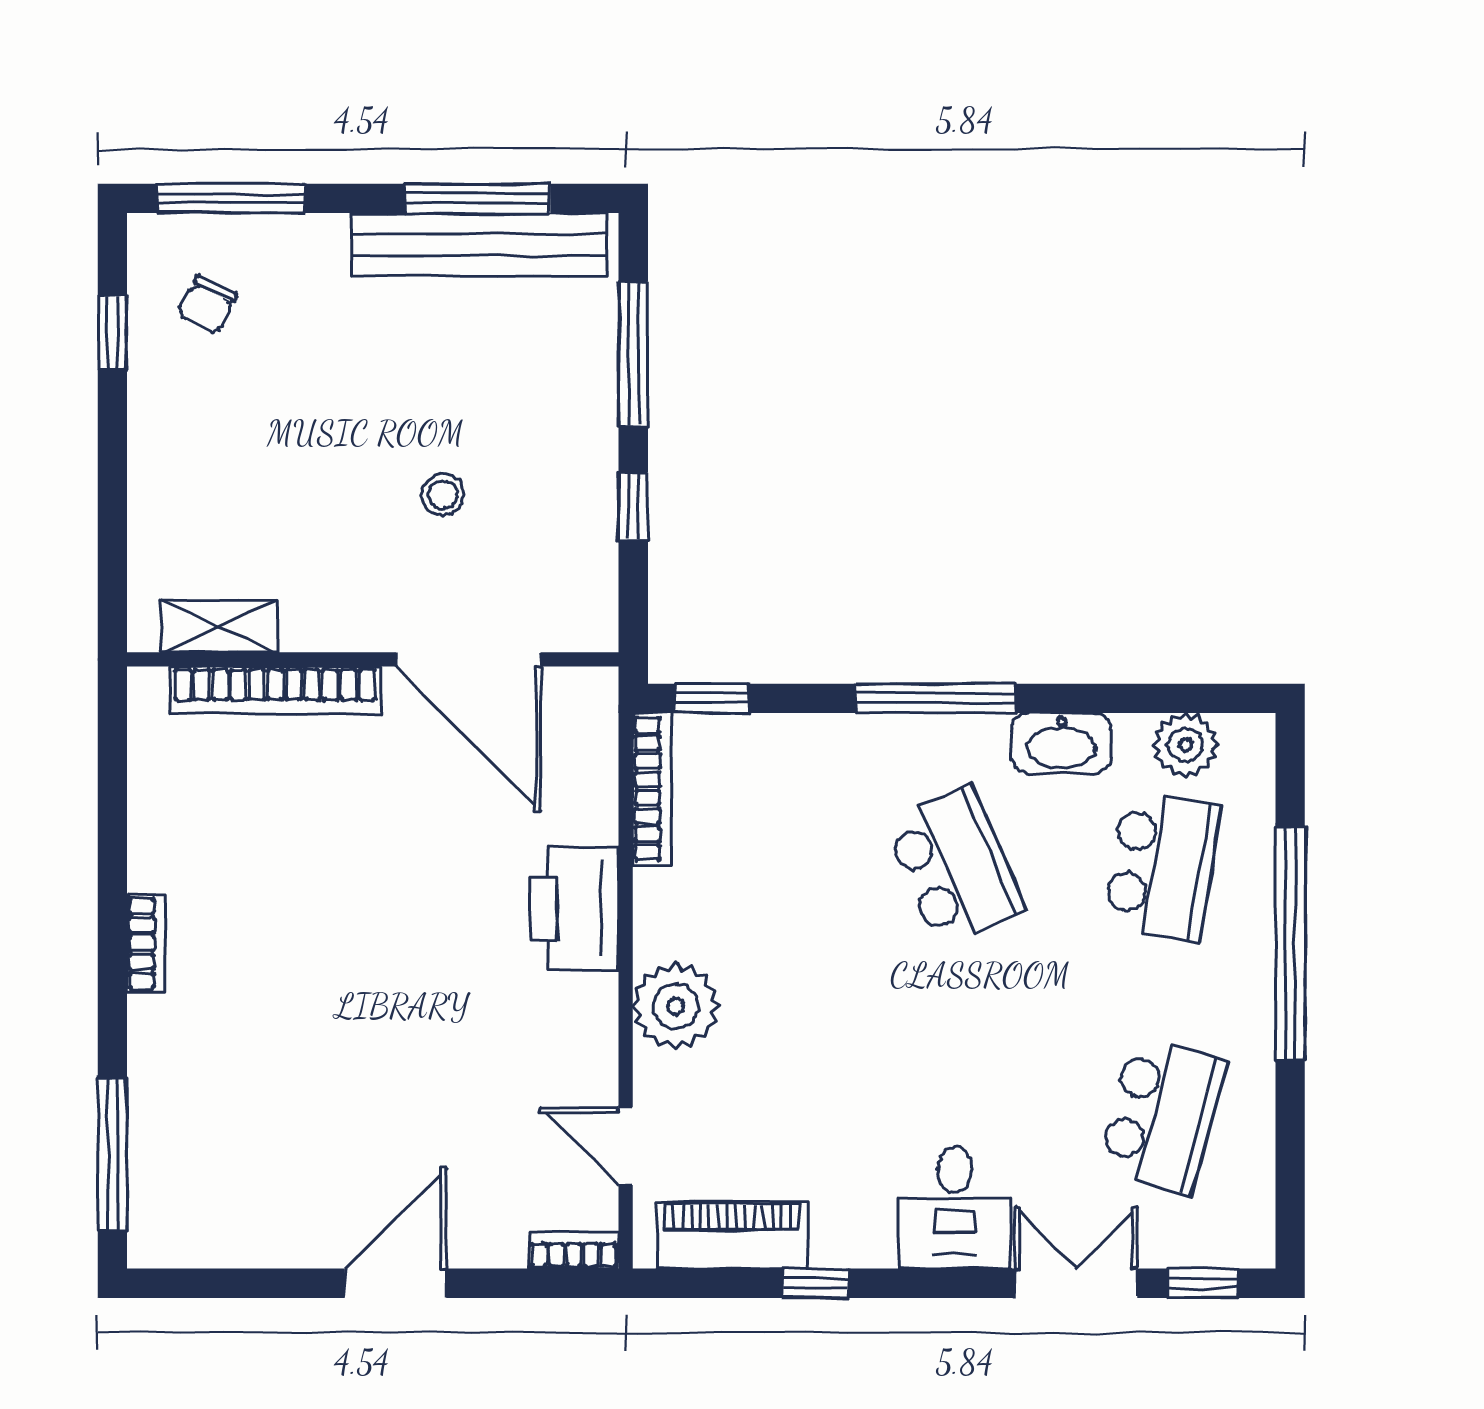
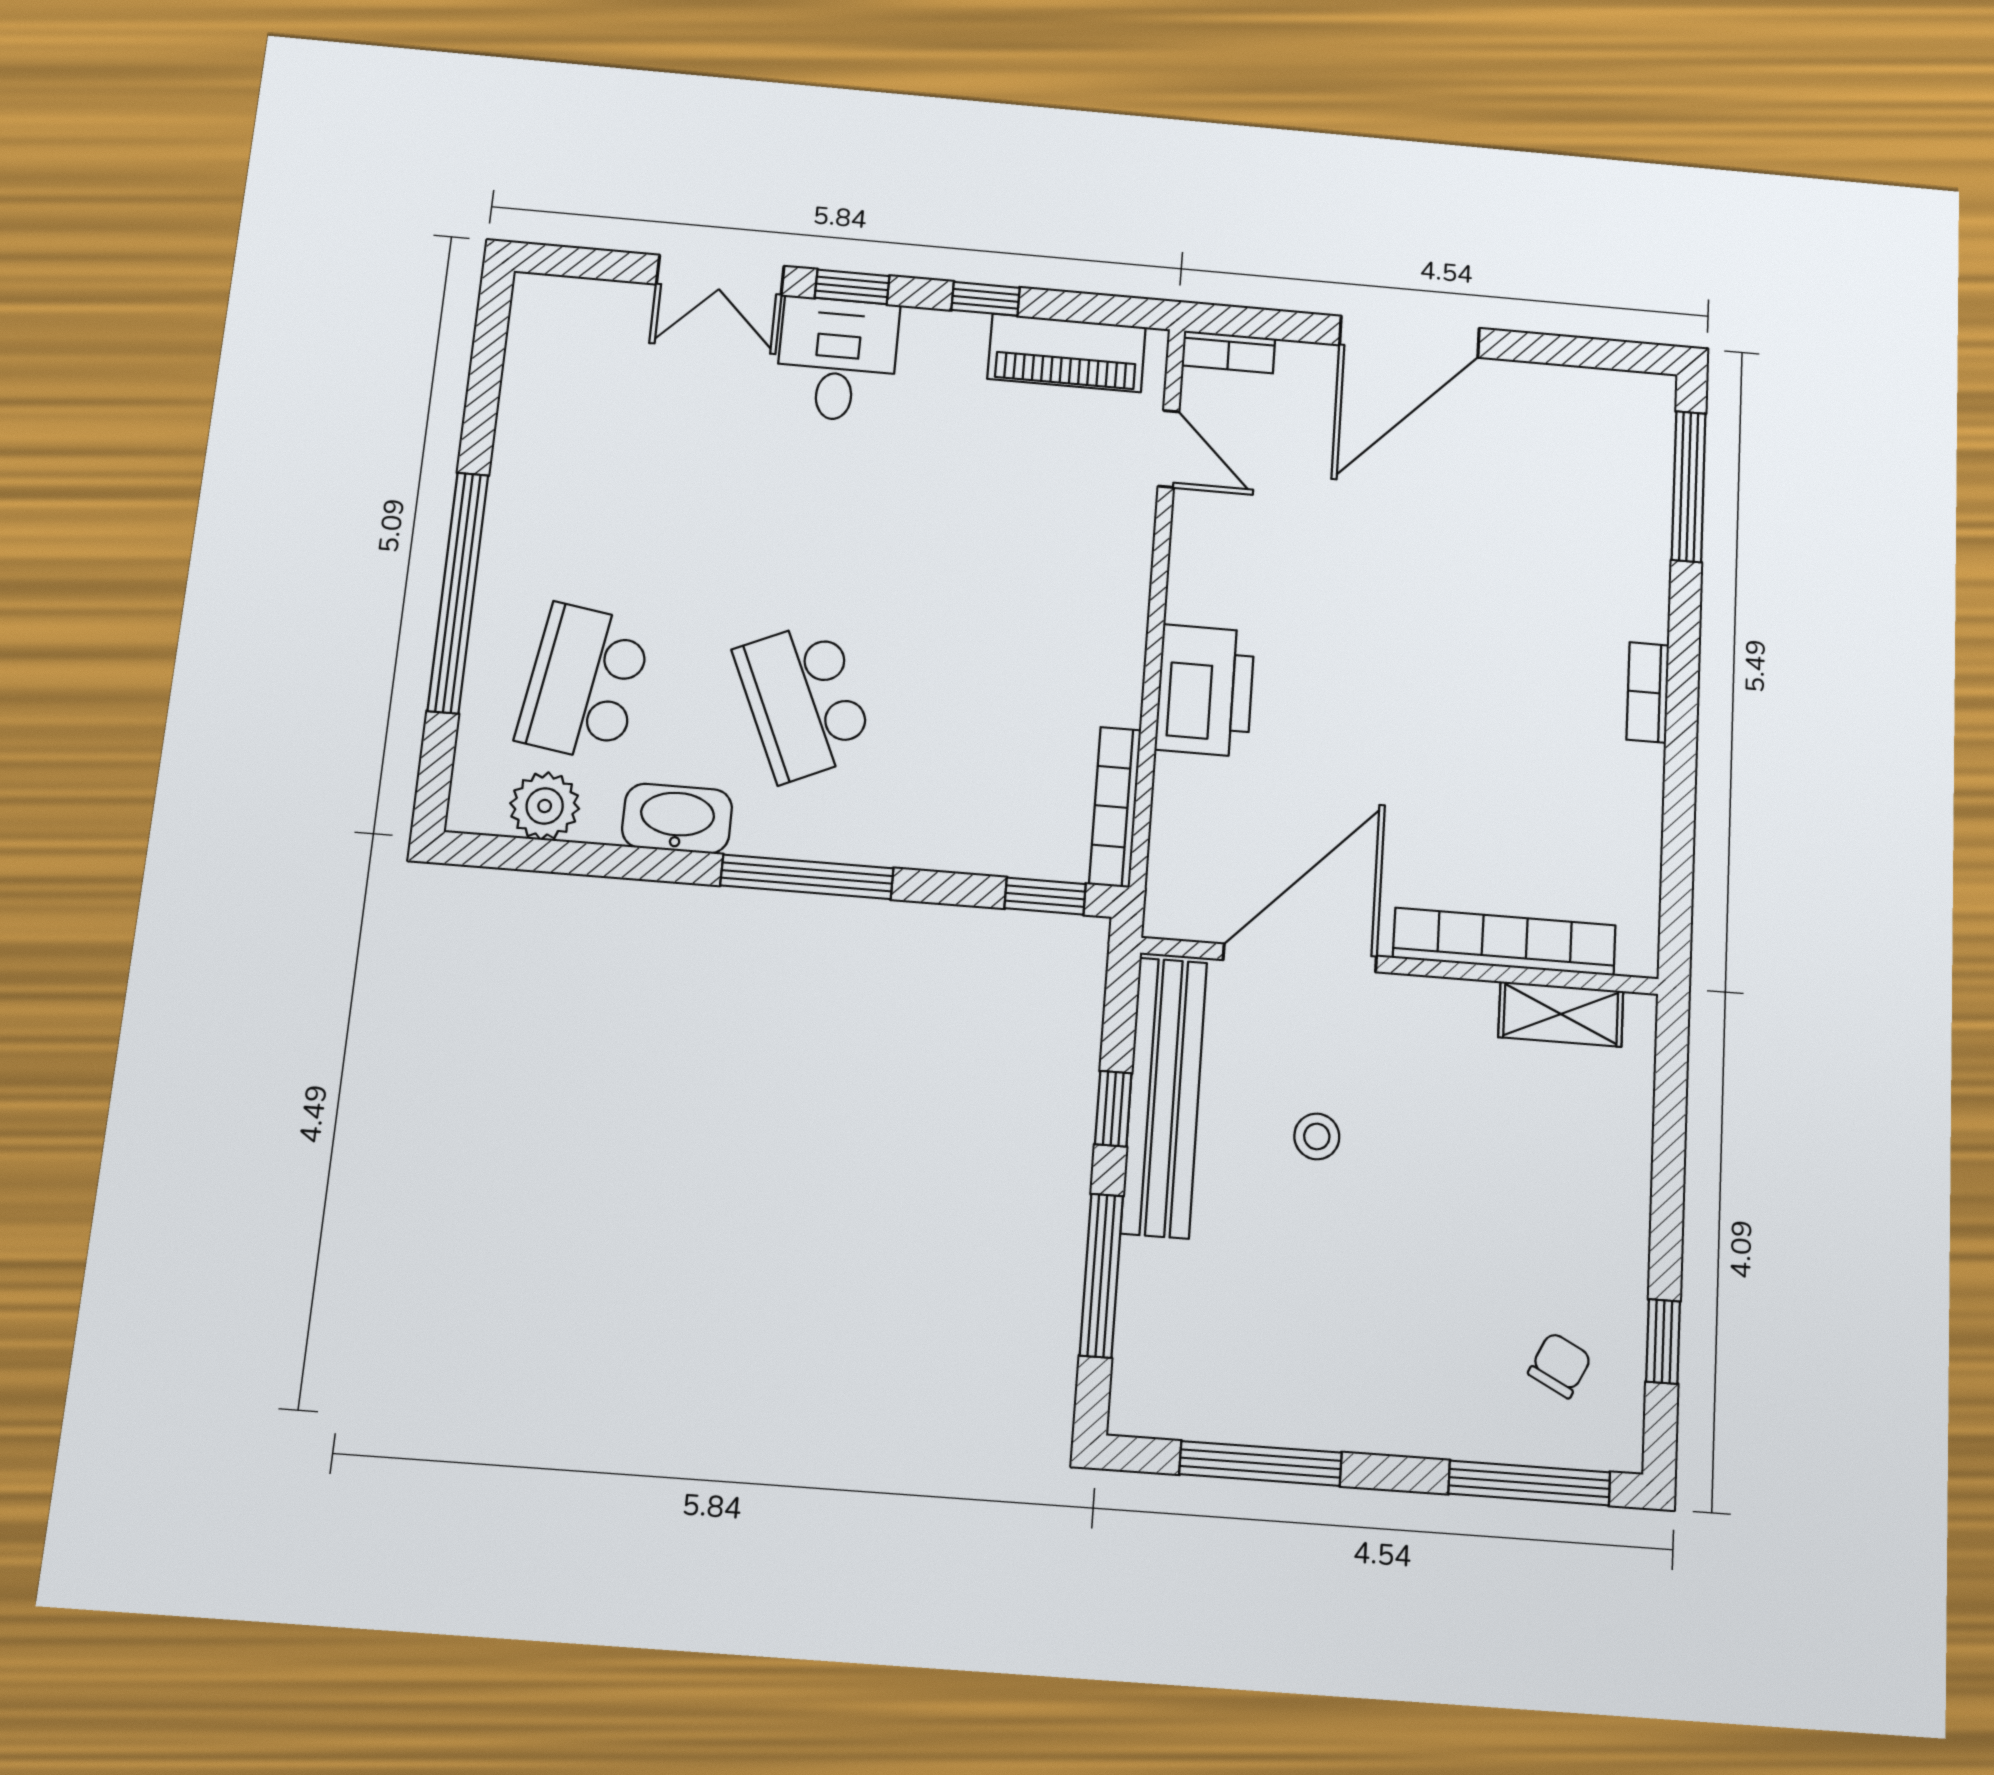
bench: (479, 245) -> (1164, 1097), moved, turned 90
door: (468, 659) -> (1300, 958), hinge flipped
plant: (676, 1006) -> (1107, 583), removed
school desk: (1162, 1116) -> (613, 431), removed
door: (396, 1283) -> (1409, 337), width x1.36
window: (1202, 1283) -> (852, 287), moved

